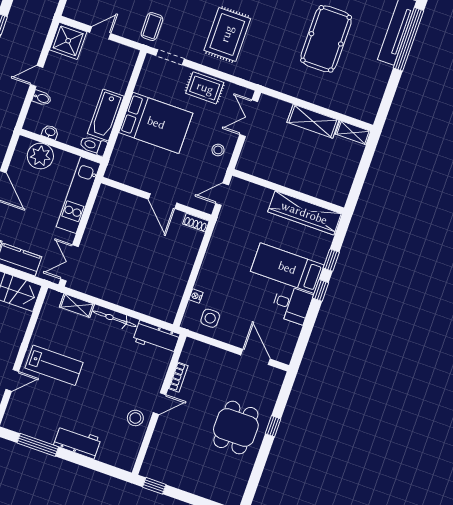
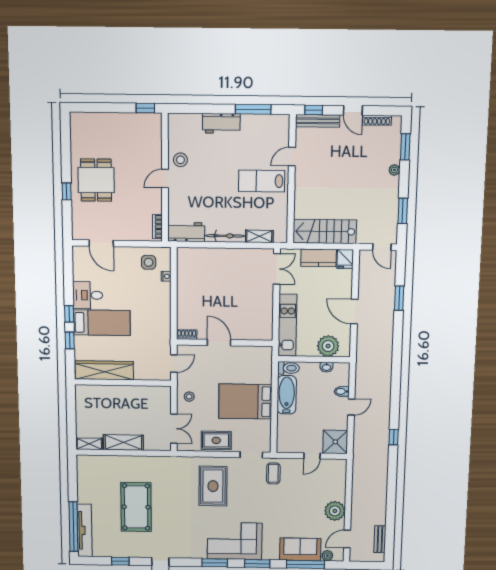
bookcase: (178, 377) -> (157, 227), moved

